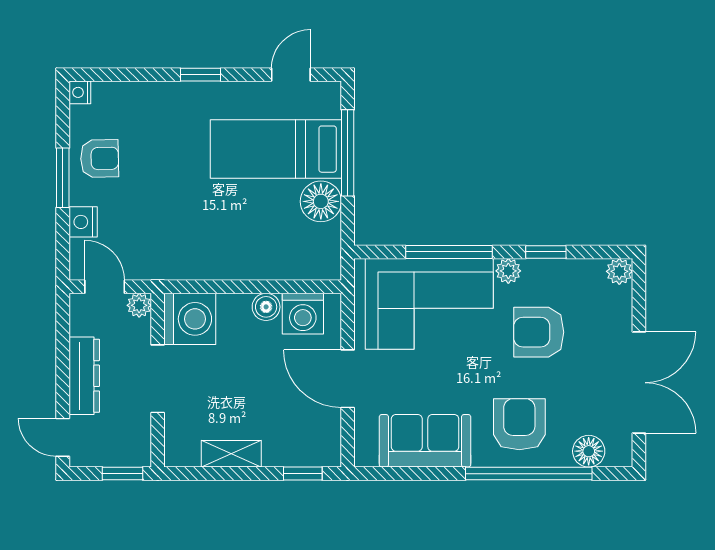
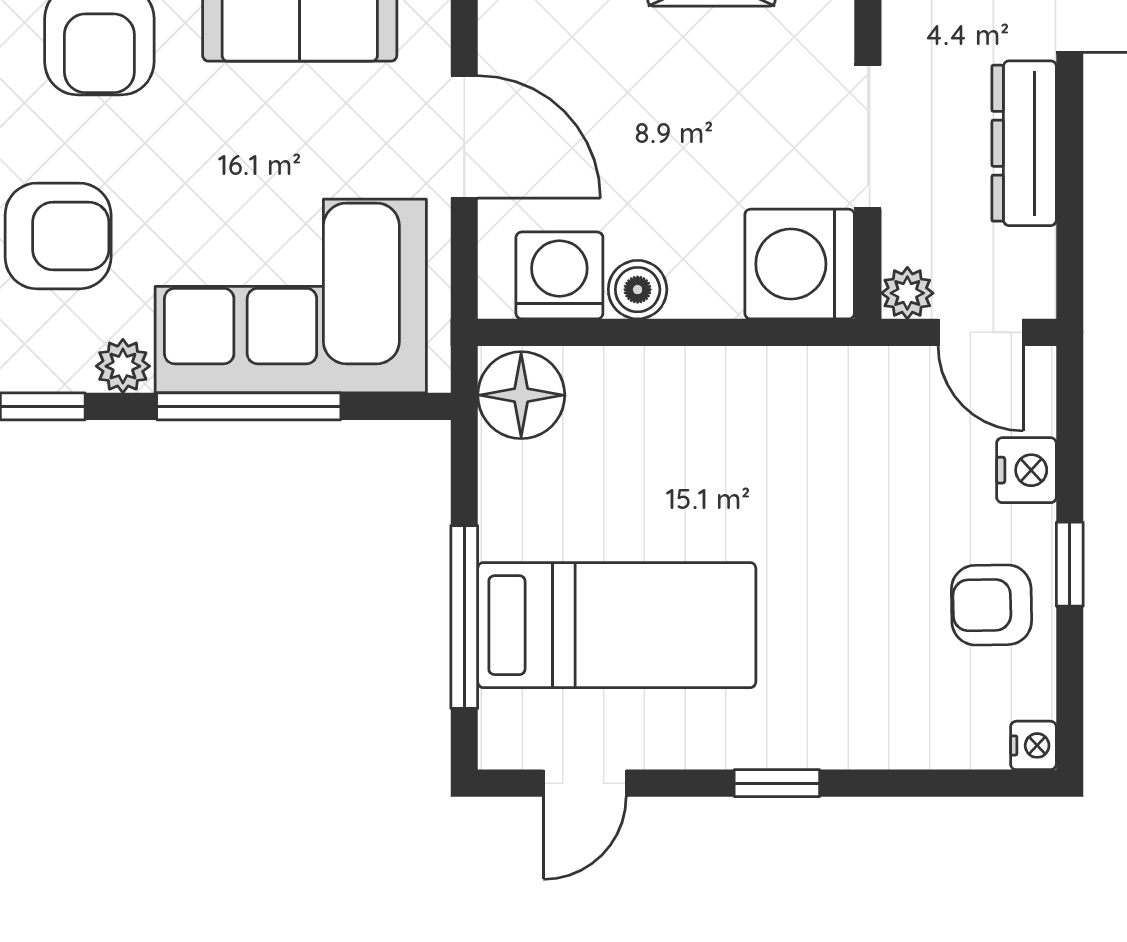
window: (63, 178) -> (1070, 564), width x0.67
floor lamp: (321, 201) -> (521, 395), moved

